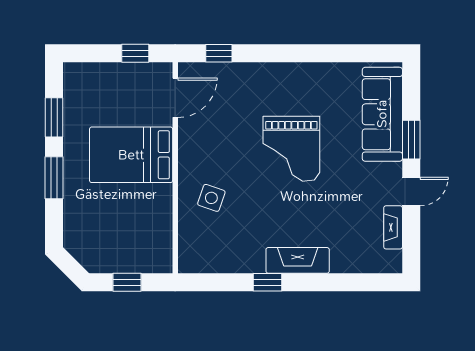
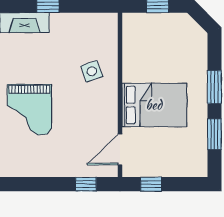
grand piano: (291, 149) -> (29, 110), turned 180
side table: (211, 198) -> (92, 71), turned -38

